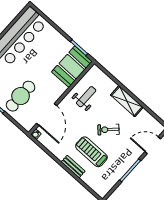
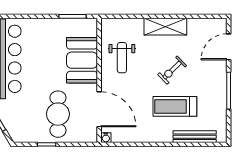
booth: (72, 67) -> (82, 60), moved
weight bench: (86, 97) -> (122, 58), turned 180
bench: (73, 167) -> (195, 137), moved, width x1.36

